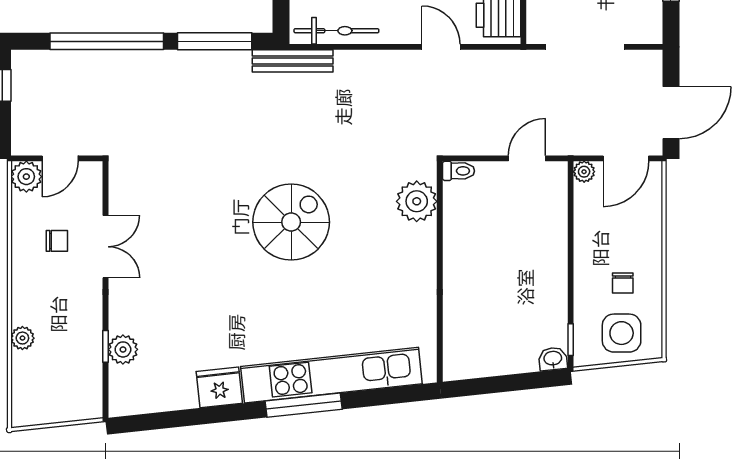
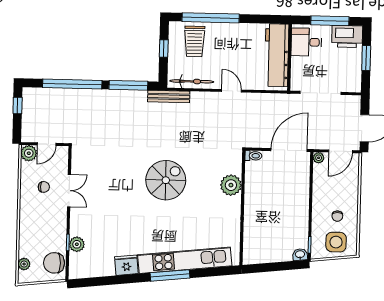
door: (441, 47) -> (231, 91), moved
door: (527, 158) -> (289, 150), width x1.88
plant: (417, 201) -> (231, 185), moved
plant: (22, 338) -> (24, 264), moved
chair: (80, 386) -> (54, 263), added

